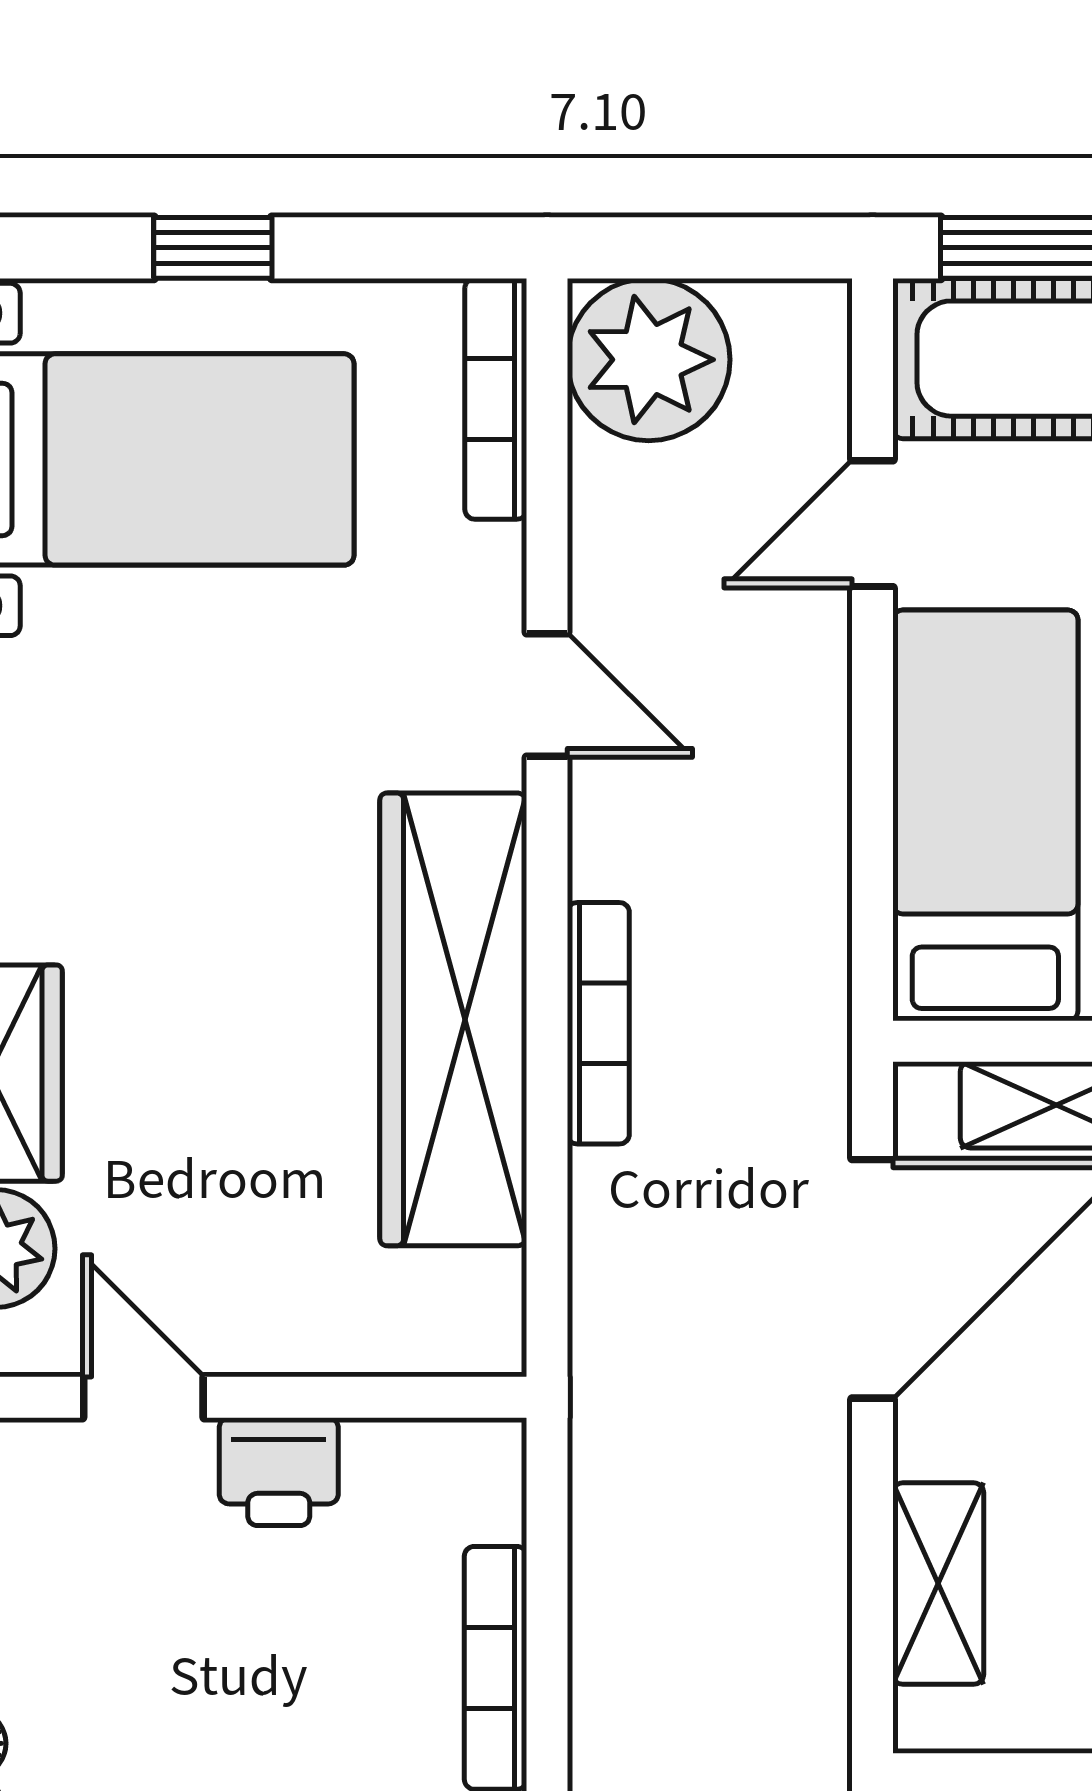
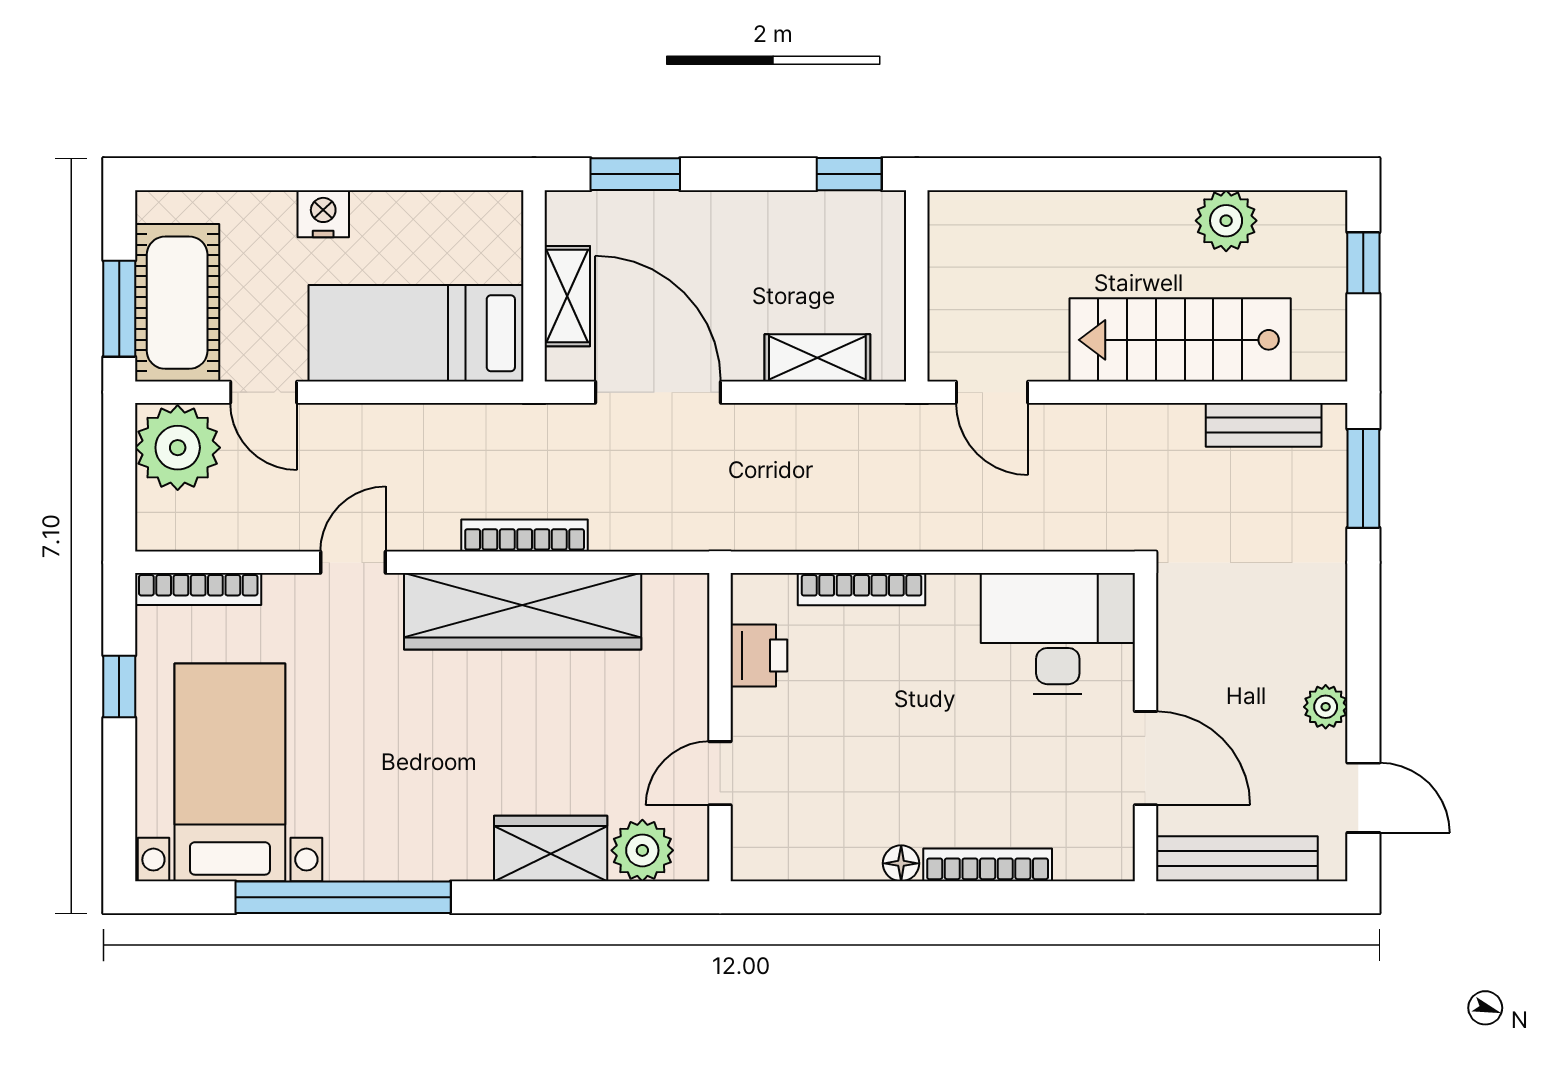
window: (213, 248) -> (119, 687), moved
plant: (649, 360) -> (178, 448), moved
printer: (279, 1472) -> (759, 656), moved

